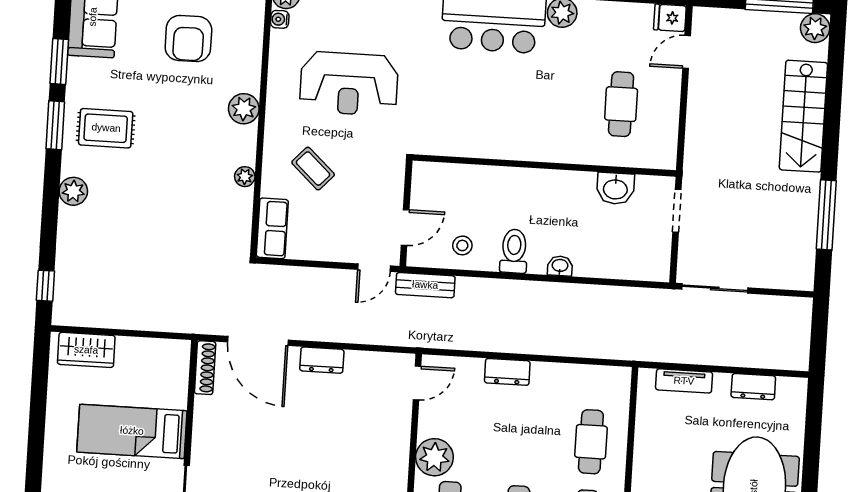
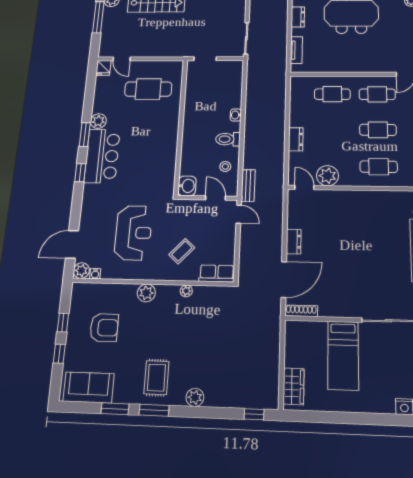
cafe table: (621, 104) -> (148, 89), width x1.37, depth x1.35
washbasin: (615, 188) -> (187, 186), moved
plant: (434, 457) -> (328, 176), moved

